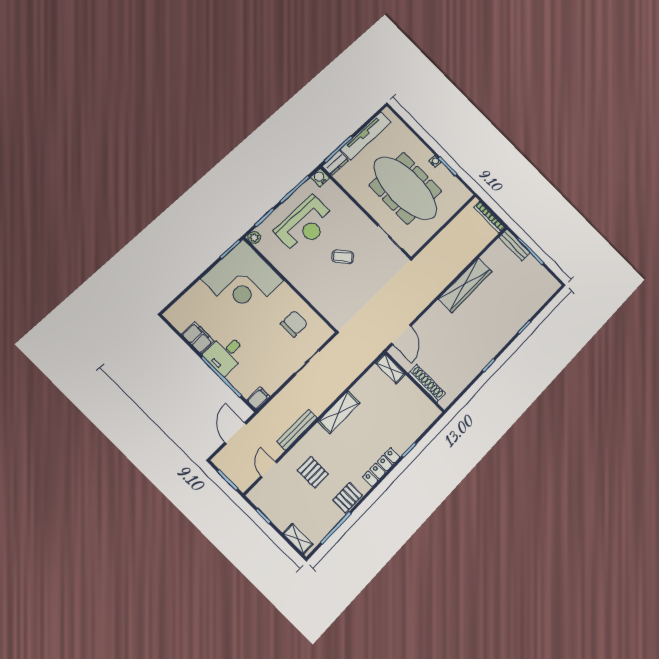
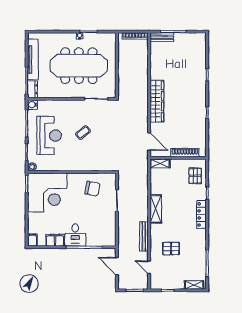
wardrobe: (465, 285) -> (157, 101), moved
chair: (294, 324) -> (93, 189), turned 101
filing cabinet: (258, 398) -> (32, 240), moved
pallet: (348, 498) -> (195, 176), moved

